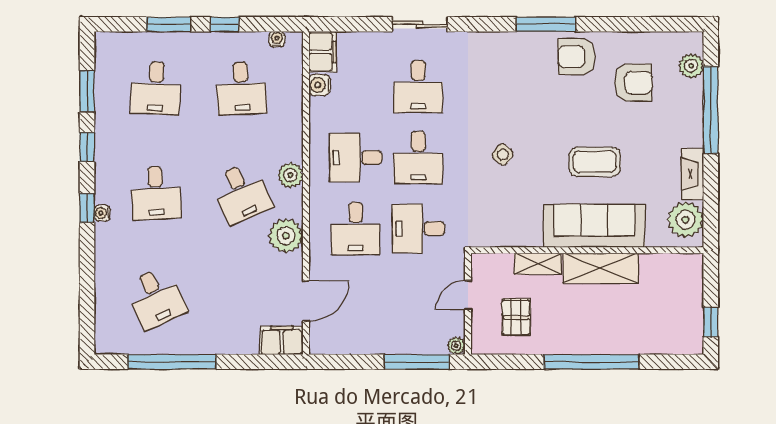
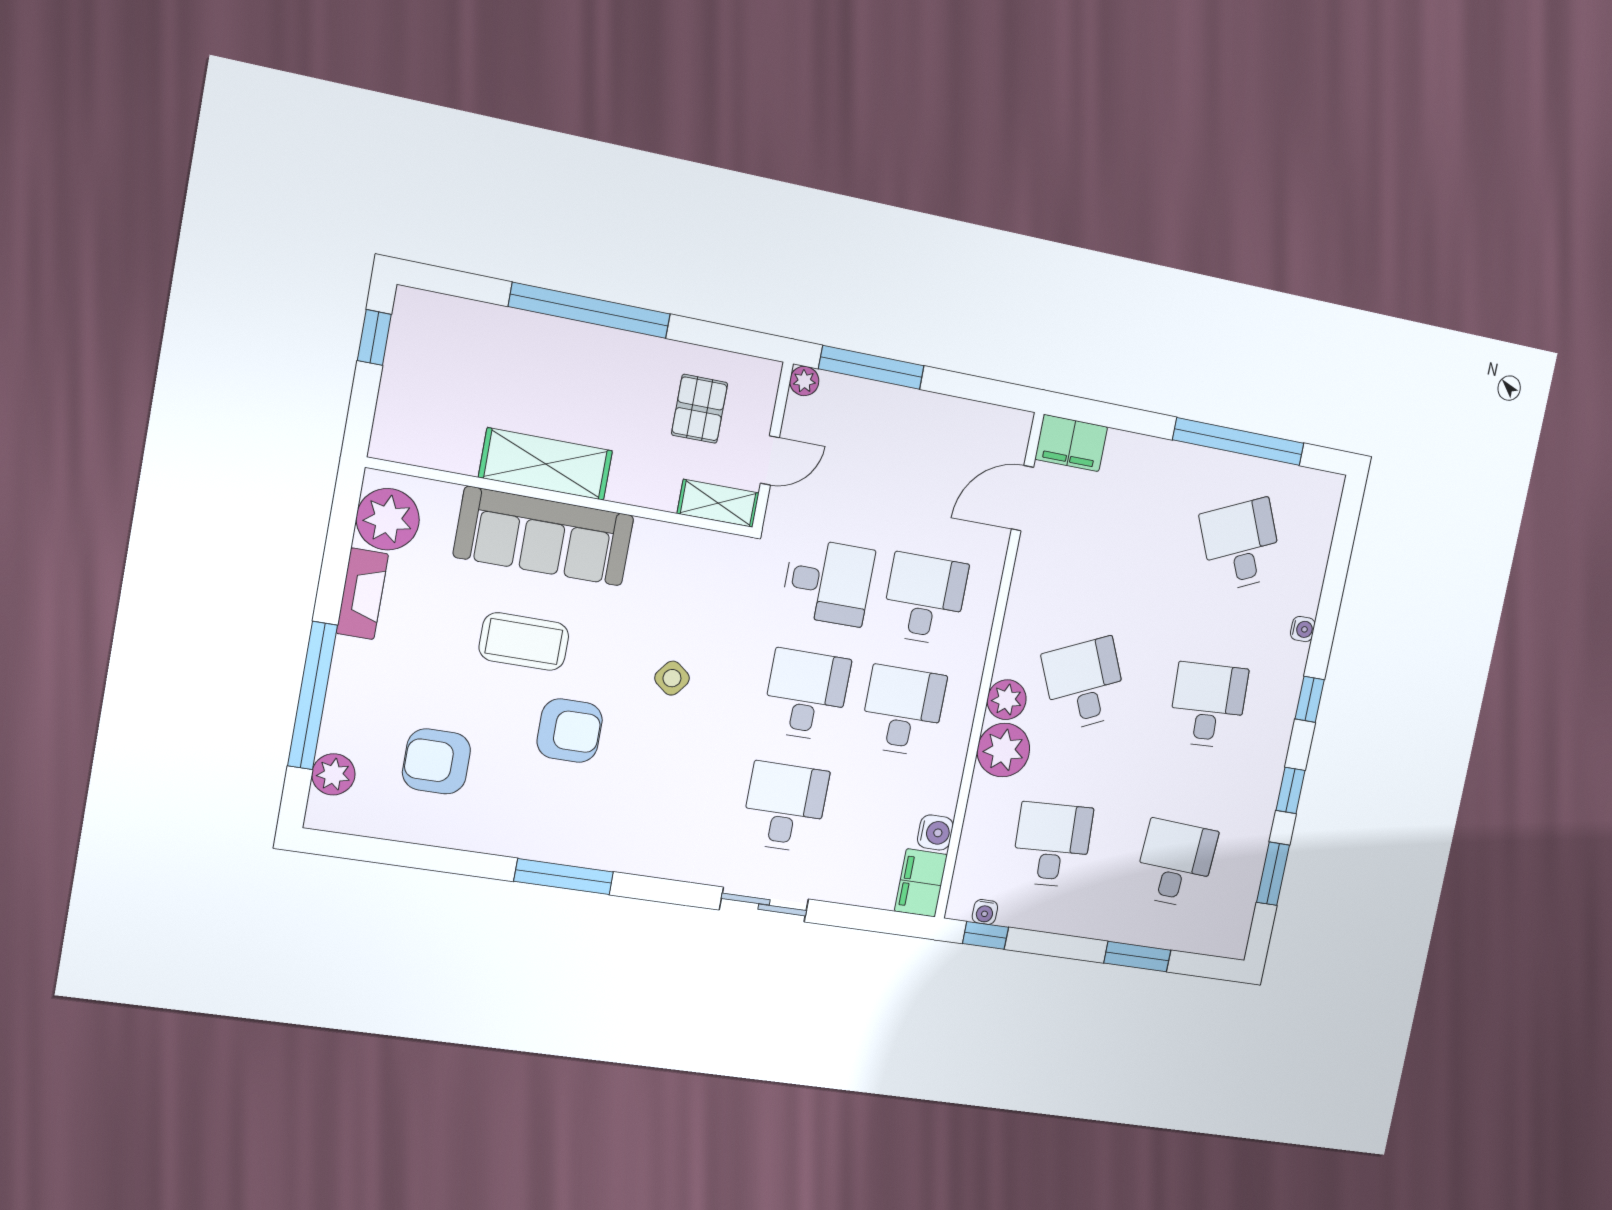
window: (224, 24) -> (986, 935), moved
armchair: (577, 57) -> (570, 731), moved
desk: (356, 158) -> (903, 711), turned -90
water cooler: (102, 213) -> (1303, 629), moved
plant: (286, 236) -> (1003, 750), moved
shelving: (538, 264) -> (718, 503), moved

